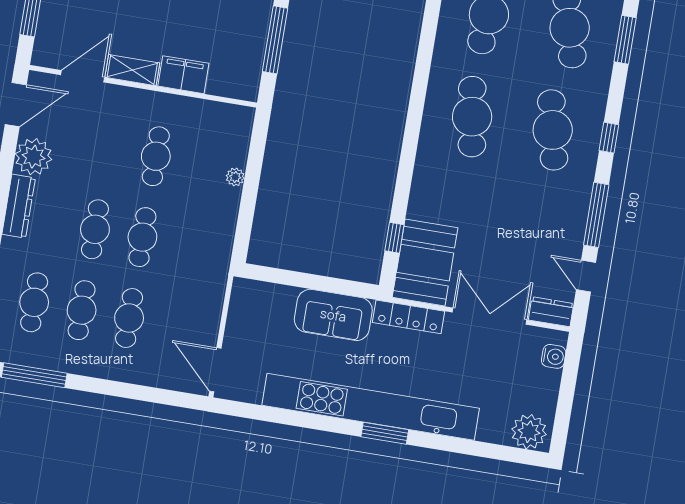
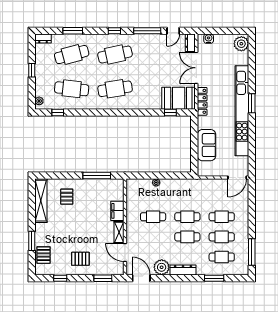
sofa: (333, 315) -> (206, 145), moved

